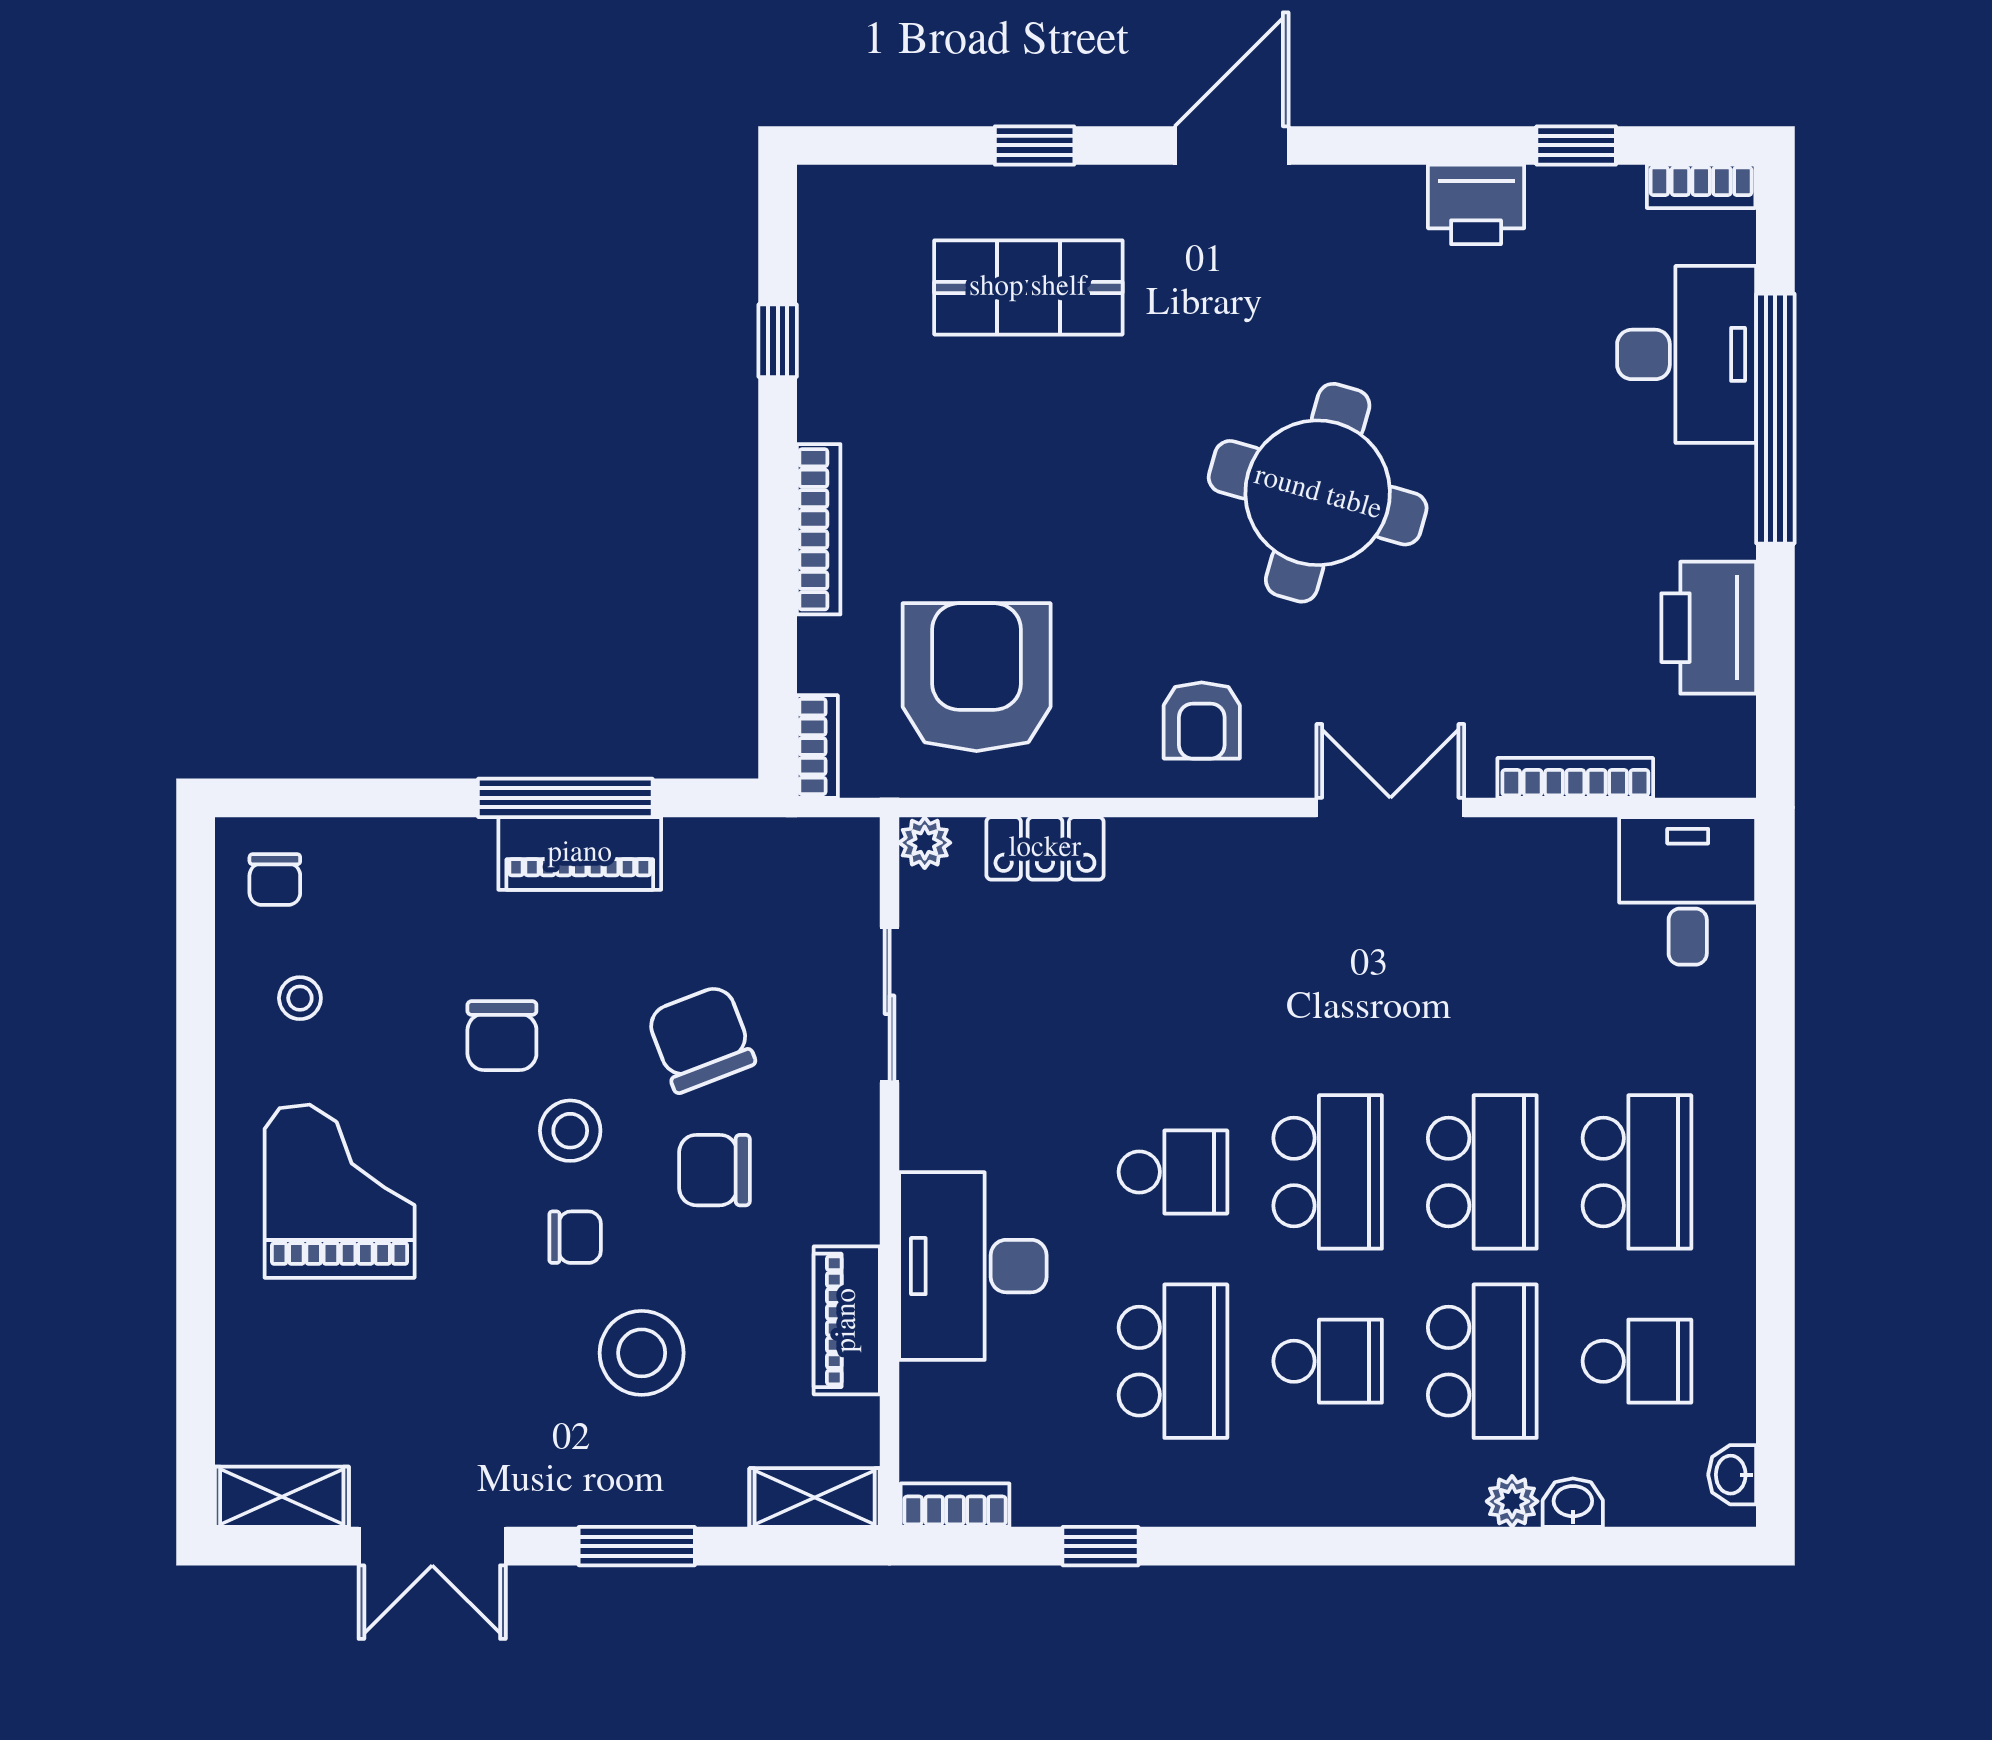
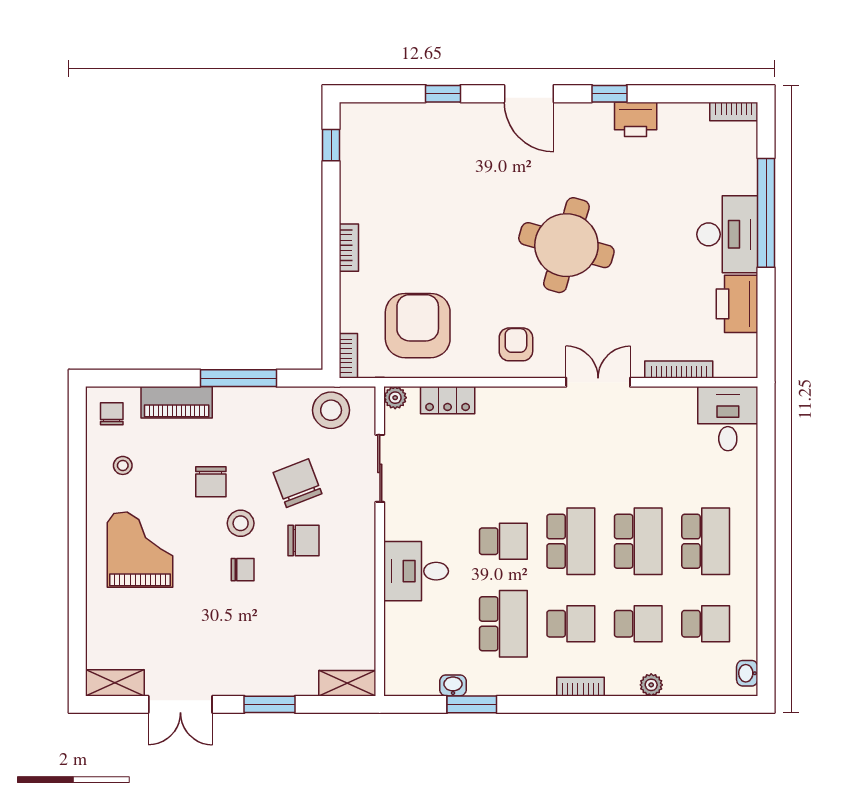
door: (1232, 145) -> (529, 94), swing flipped
window: (1576, 145) -> (609, 94), moved
shop shelf: (1028, 287) -> (440, 156), removed
window: (778, 341) -> (331, 145), moved
desk: (1687, 354) -> (727, 234), moved
bookcase: (819, 529) -> (349, 248), width x0.64
armchair: (1202, 720) -> (516, 344), turned 180
piano: (580, 853) -> (177, 402), moved
chair: (275, 880) -> (112, 414), turned 180
chair: (714, 1170) -> (303, 540), turned 180
desk: (973, 1266) -> (416, 571), width x0.73
piano: (847, 1320) -> (361, 606), removed
stool: (642, 1353) -> (331, 410), moved
school desk: (1482, 1361) -> (638, 624), width x0.54
washbasin: (1573, 1503) -> (453, 685), moved
bookcase: (955, 1505) -> (580, 687), moved
window: (1101, 1546) -> (472, 704), width x1.50

